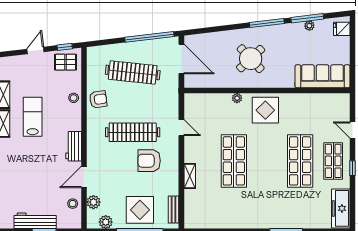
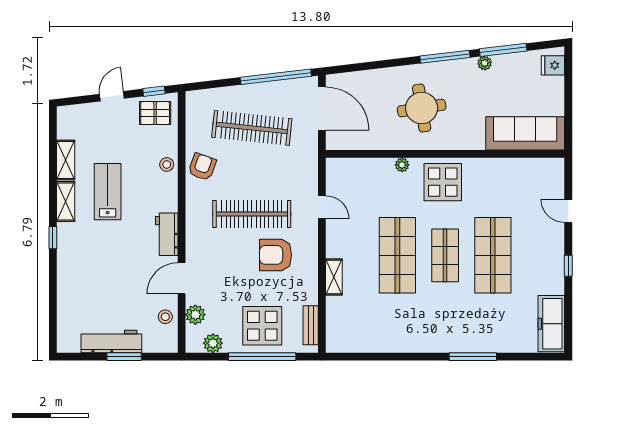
plant: (309, 26) -> (485, 63), moved
round table: (251, 59) -> (422, 108), turned 34
armchair: (98, 99) -> (202, 167), turned -62
shop shelf: (333, 161) -> (445, 255), moved

